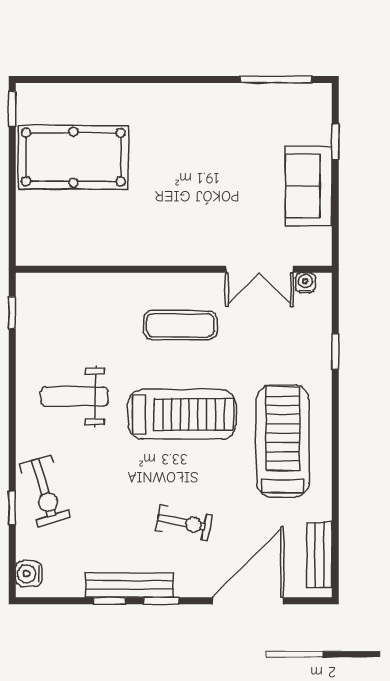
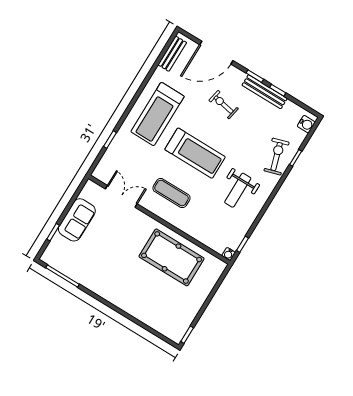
pool table: (73, 157) -> (172, 257), moved
water cooler: (305, 283) -> (229, 254), moved
weight bench: (74, 397) -> (238, 190), turned 90
treadmill: (182, 414) -> (195, 153), turned 180

